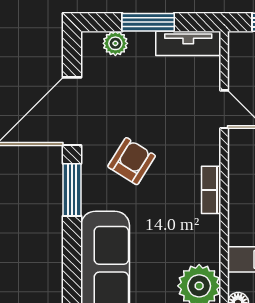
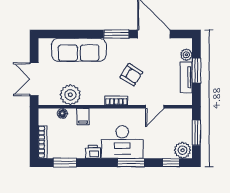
tv unit: (188, 43) -> (186, 77), moved
armchair: (132, 161) -> (131, 75), moved

